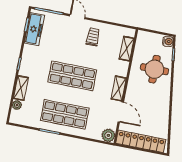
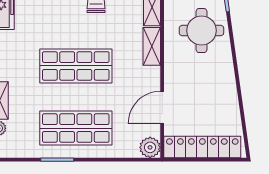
shelving: (119, 88) -> (152, 46), moved
door: (121, 112) -> (162, 107), swing flipped

